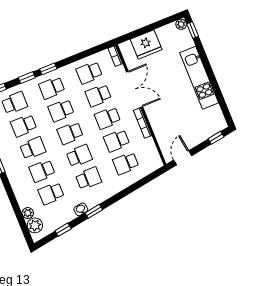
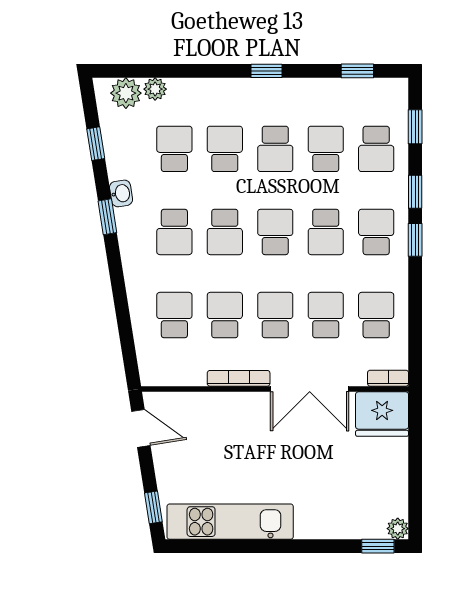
fridge: (146, 44) -> (382, 414), moved, turned -90
kitchen unit: (199, 78) -> (230, 522), moved
school desk: (61, 110) -> (326, 232), turned 180

